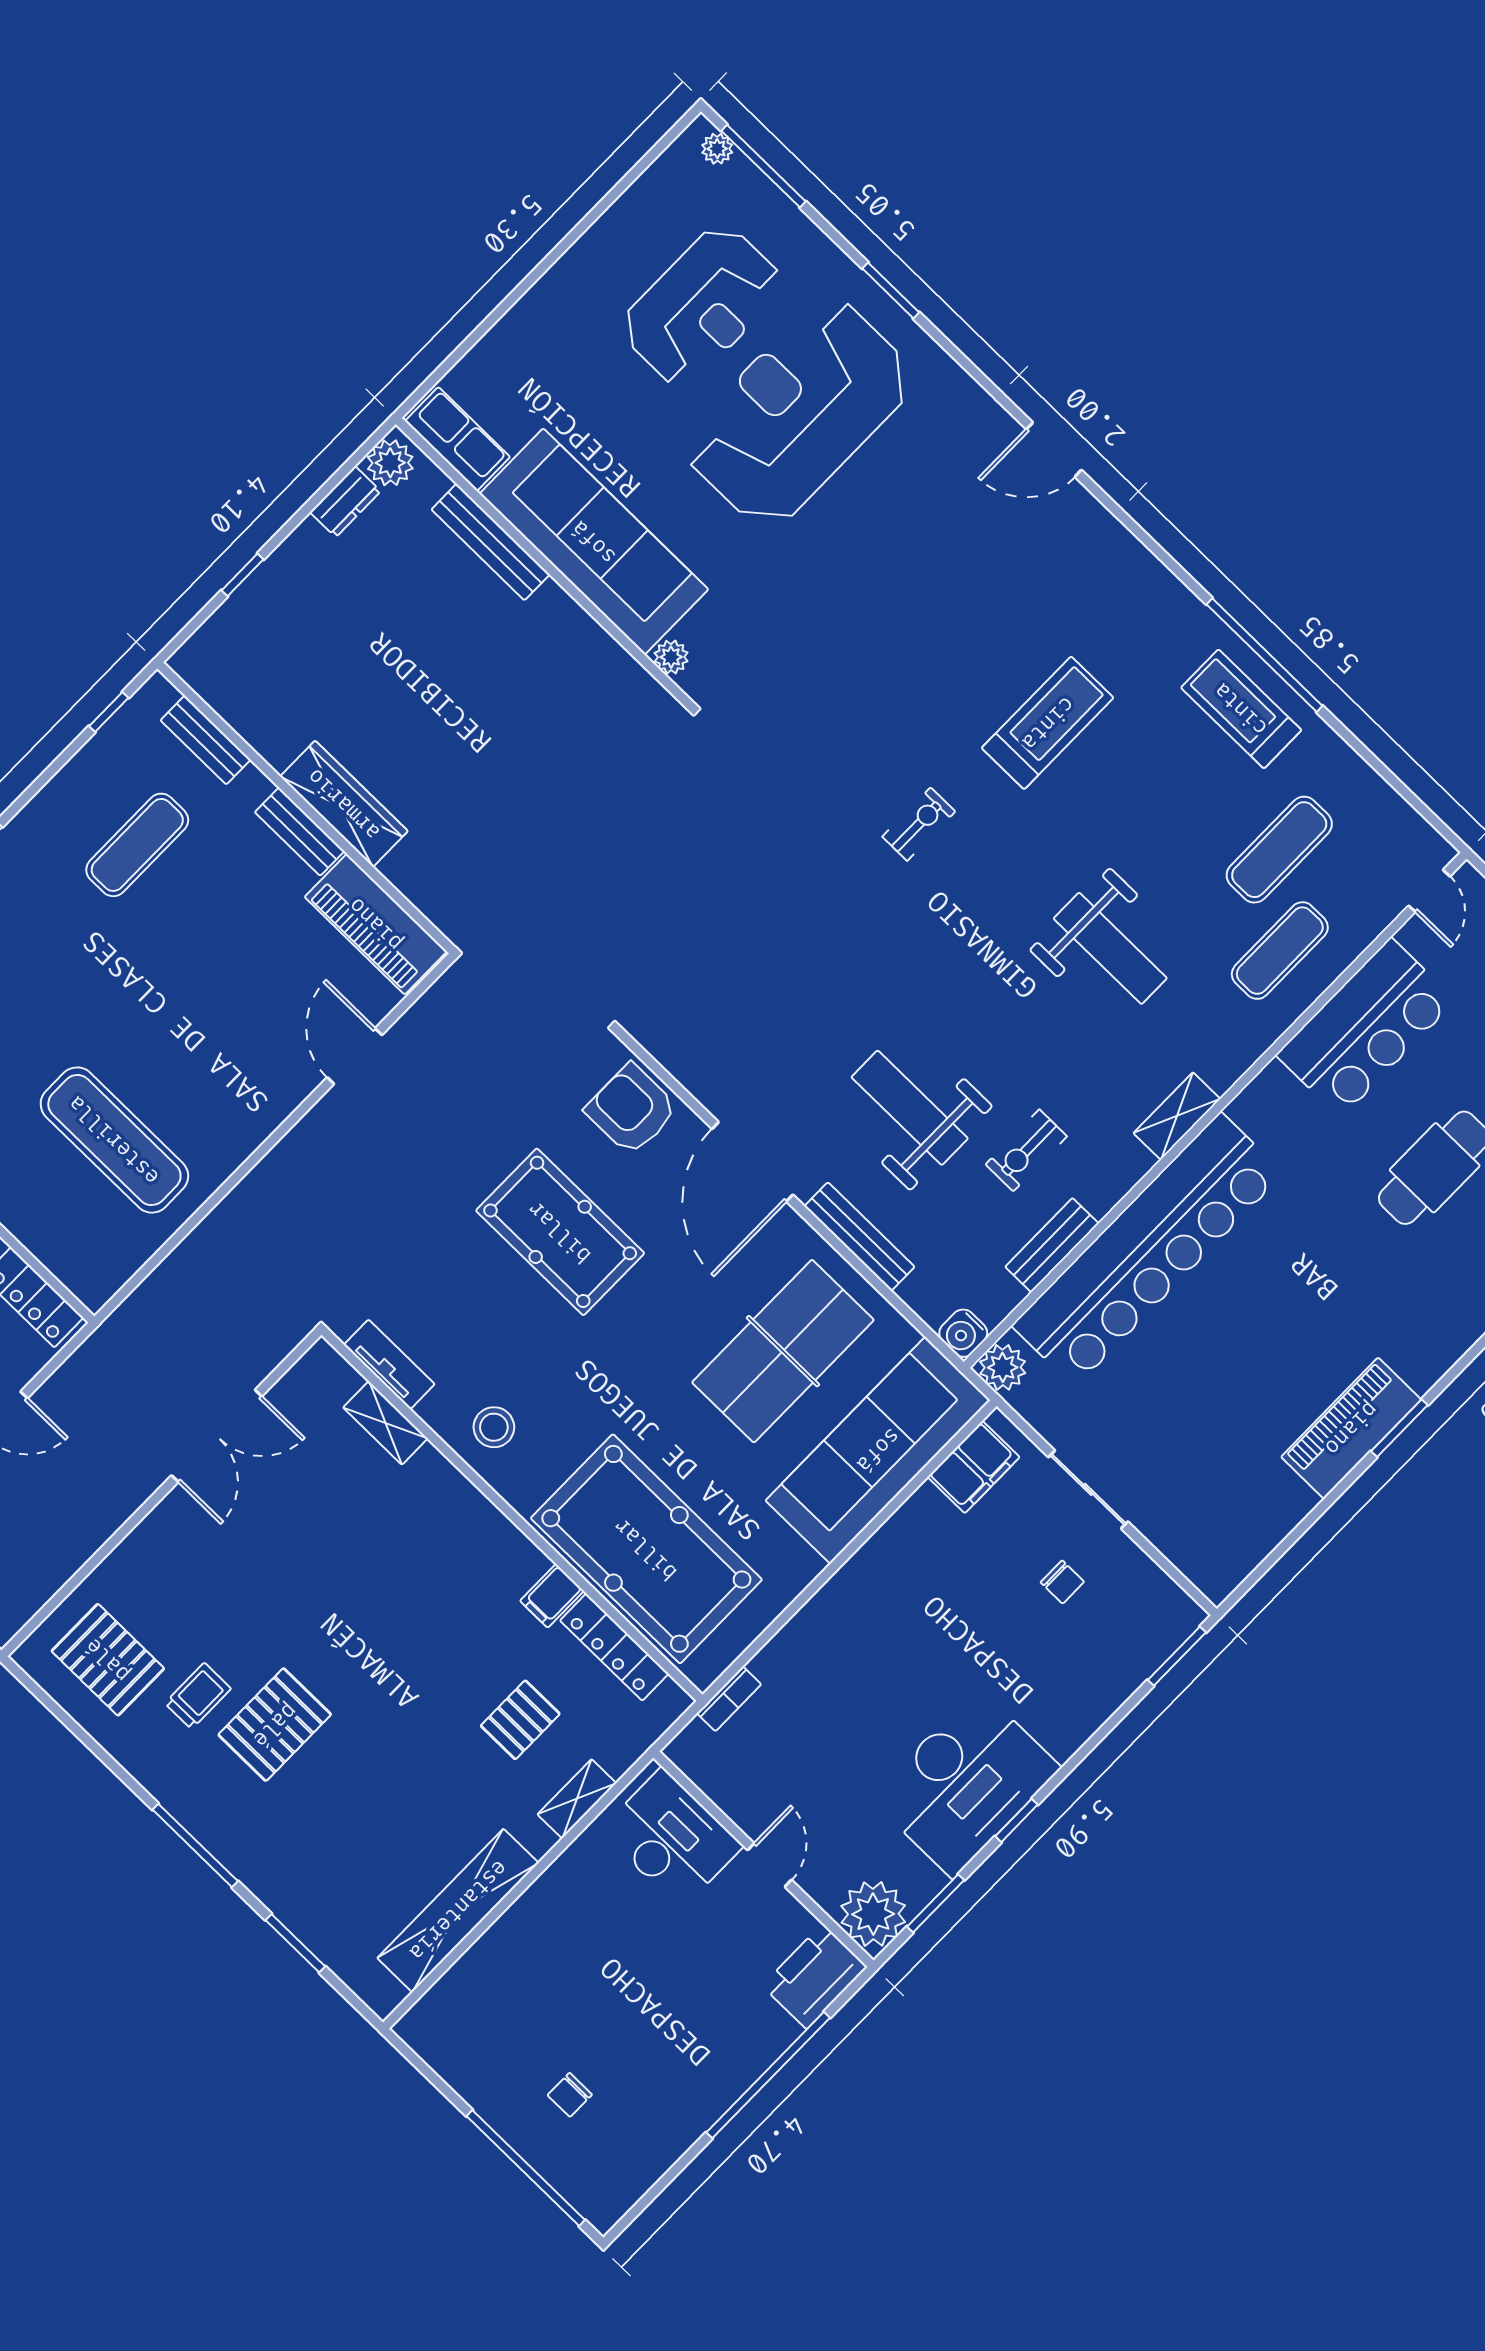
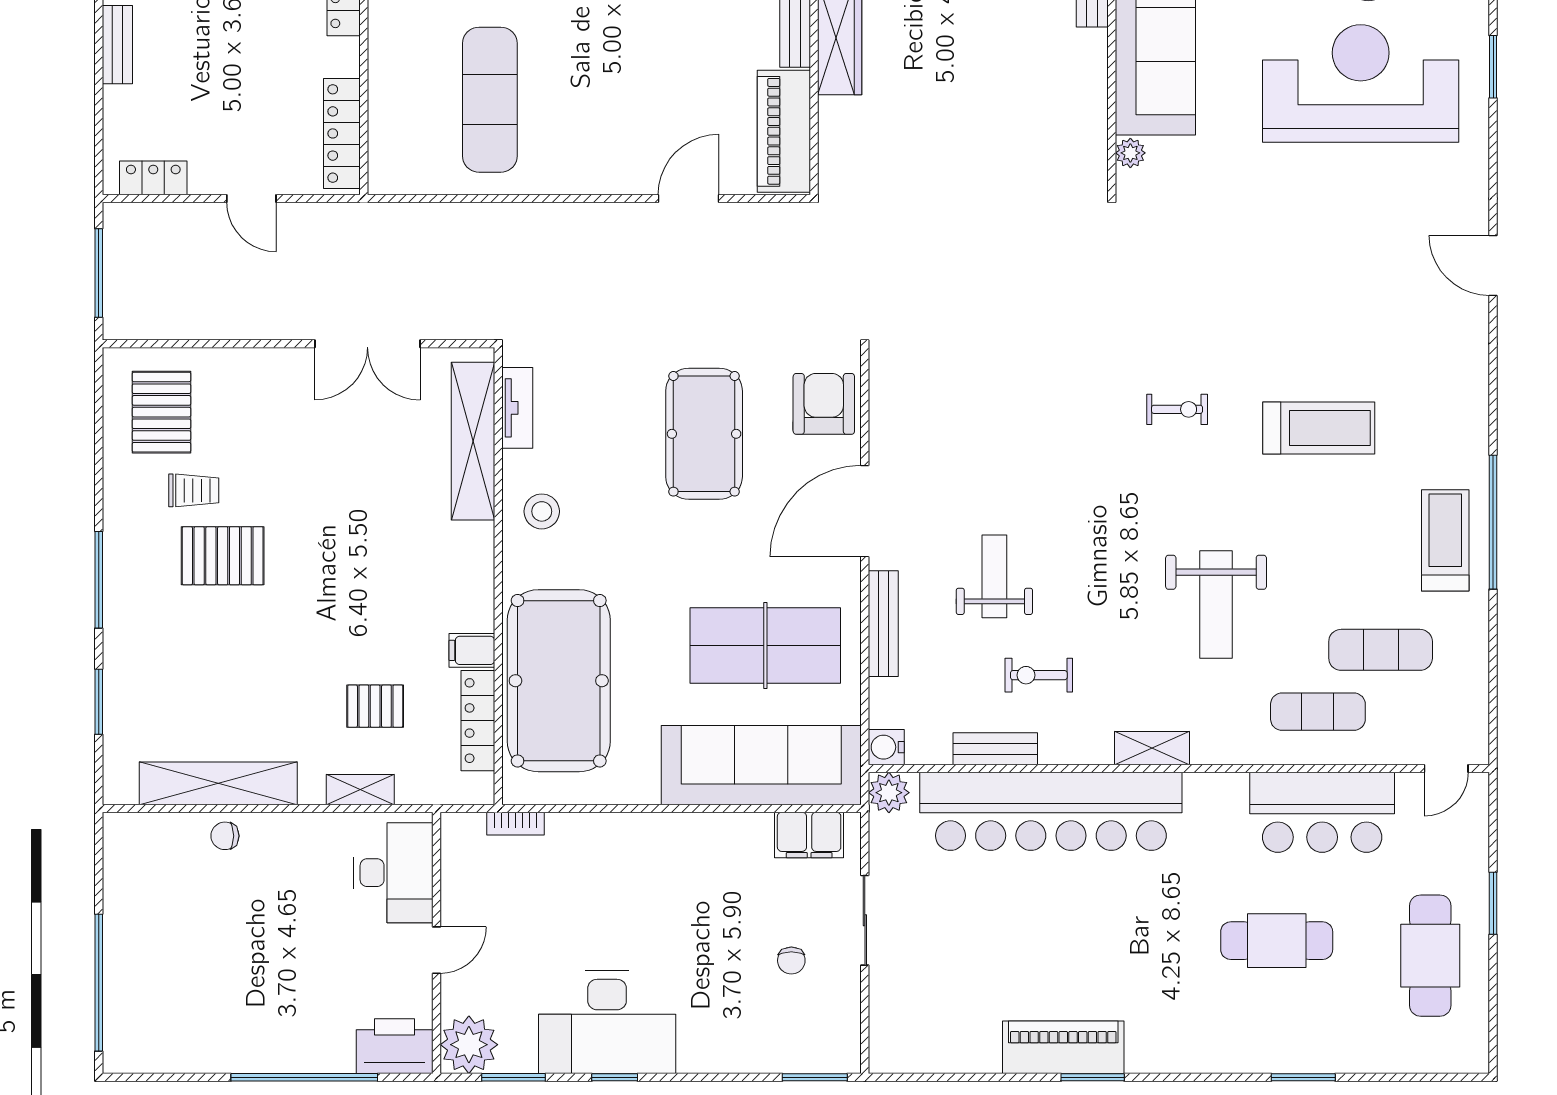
weight bench: (910, 1108) -> (994, 576), width x0.73, depth x0.75
shelving: (385, 1423) -> (473, 441), width x2.20, depth x1.33
chair: (570, 2095) -> (225, 836), moved

